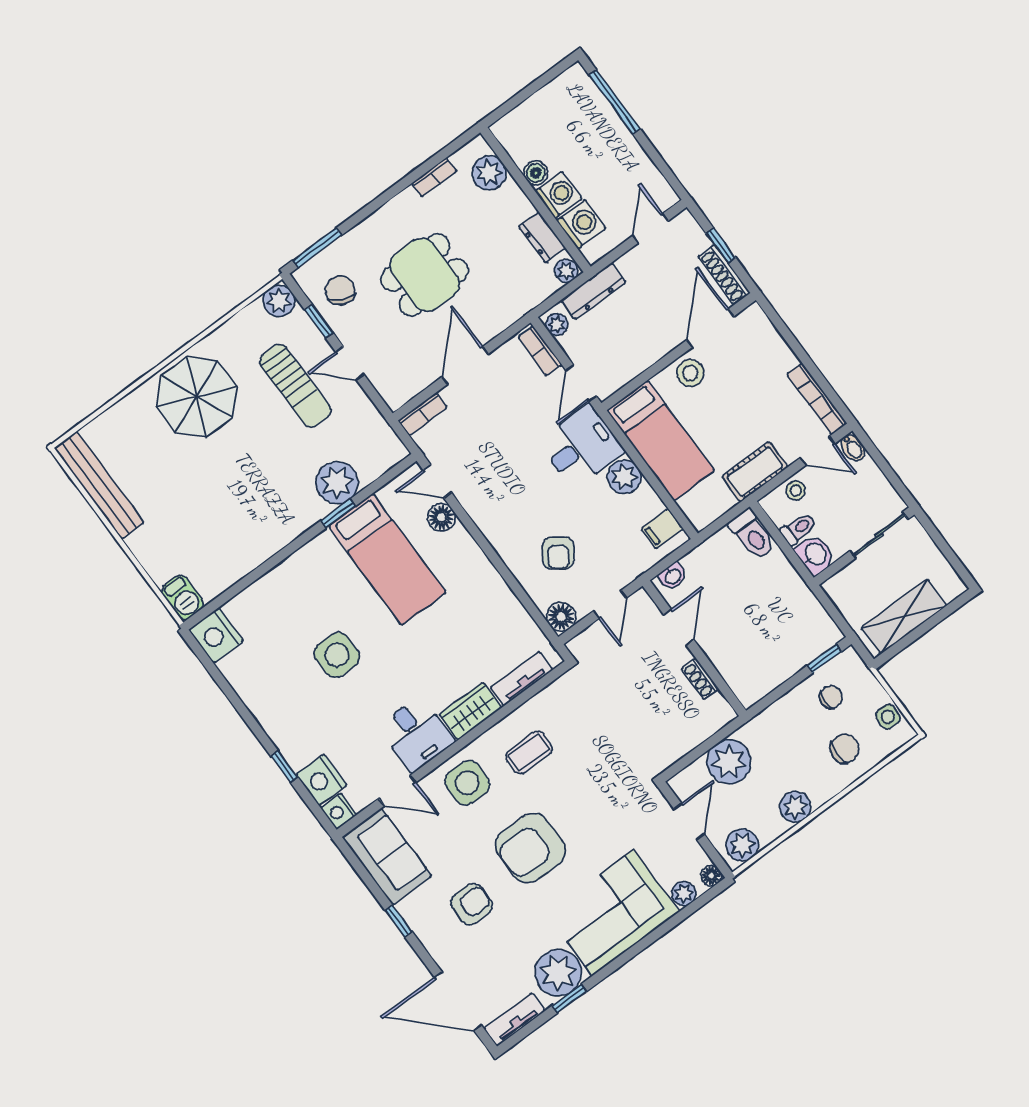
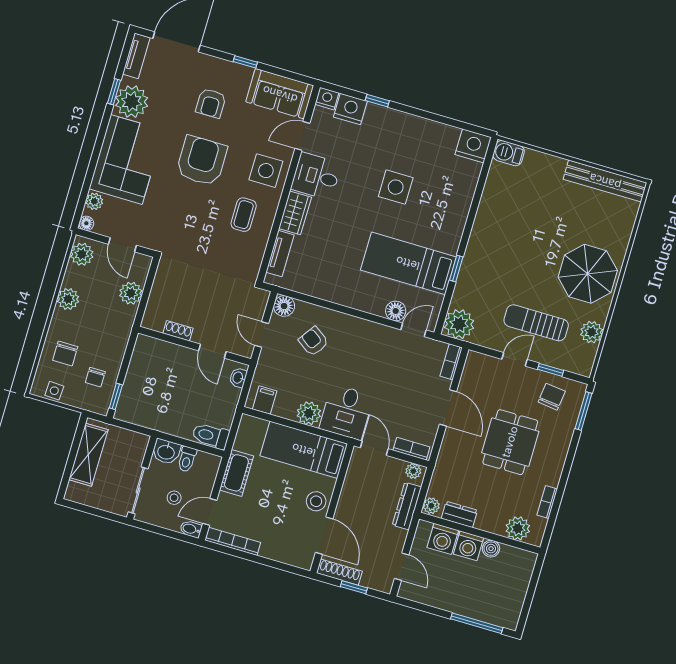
chair: (340, 291) -> (552, 397), turned -108
plant: (279, 301) -> (592, 332), moved
plant: (337, 483) -> (459, 324), moved
stool: (796, 491) -> (174, 498), moved
plant: (729, 762) -> (131, 293), width x0.73, depth x0.73

